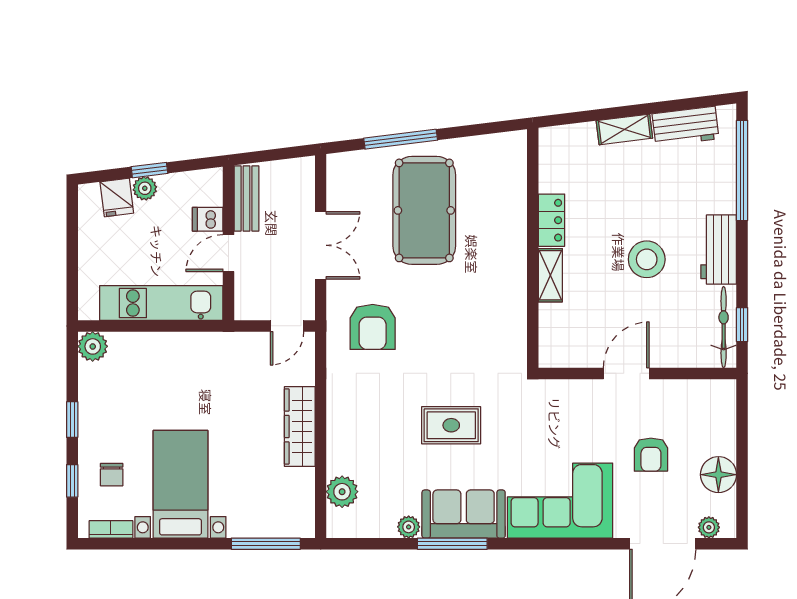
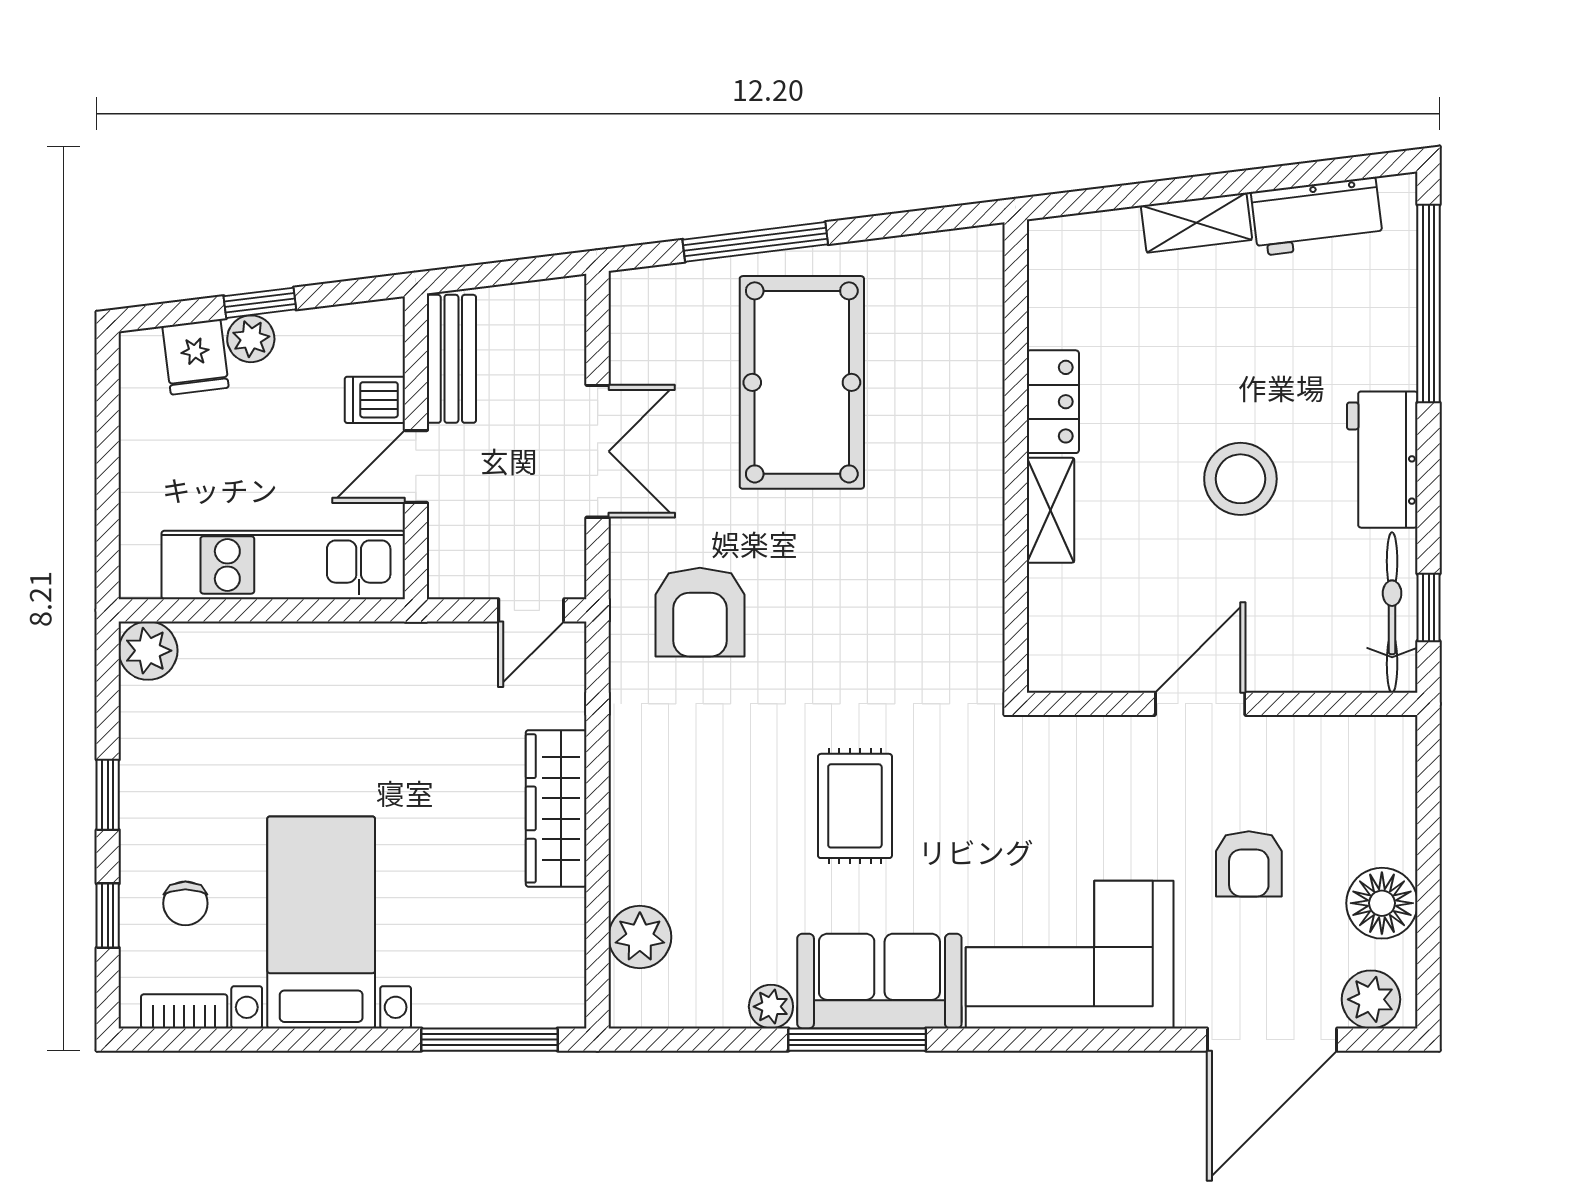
rug: (451, 425) -> (855, 806), turned 90
plant: (709, 527) -> (1371, 999), width x1.38, depth x1.38

